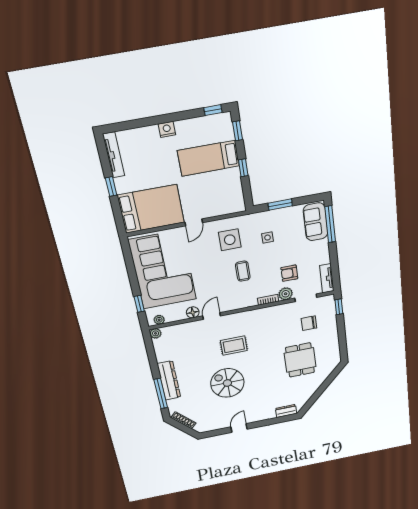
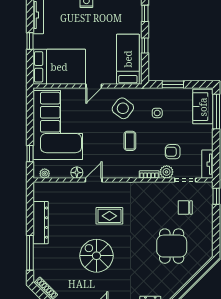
bed: (209, 158) -> (128, 59), moved, turned 90
side table: (230, 240) -> (123, 108), turned 37
plant: (156, 333) -> (38, 187), removed
dresser: (169, 380) -> (41, 223), moved

